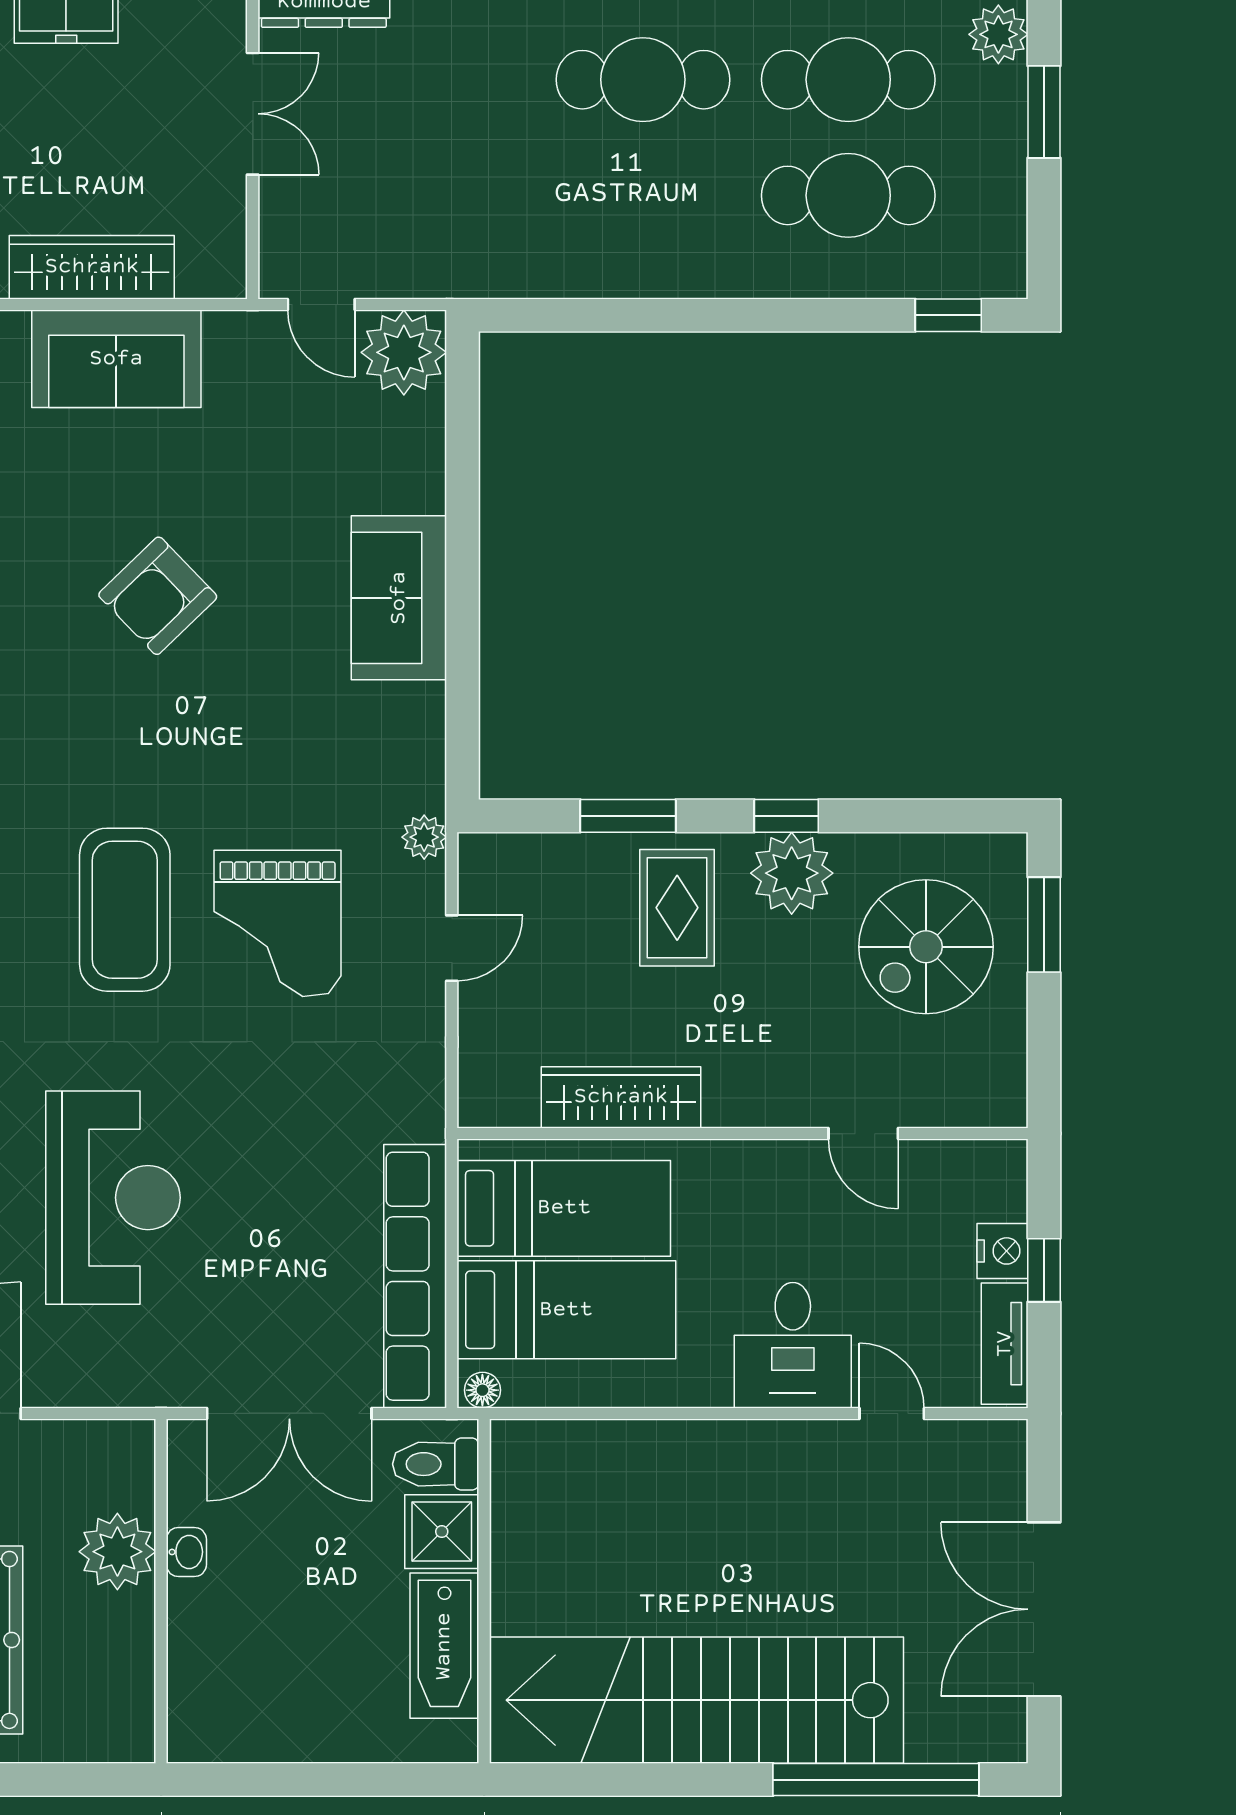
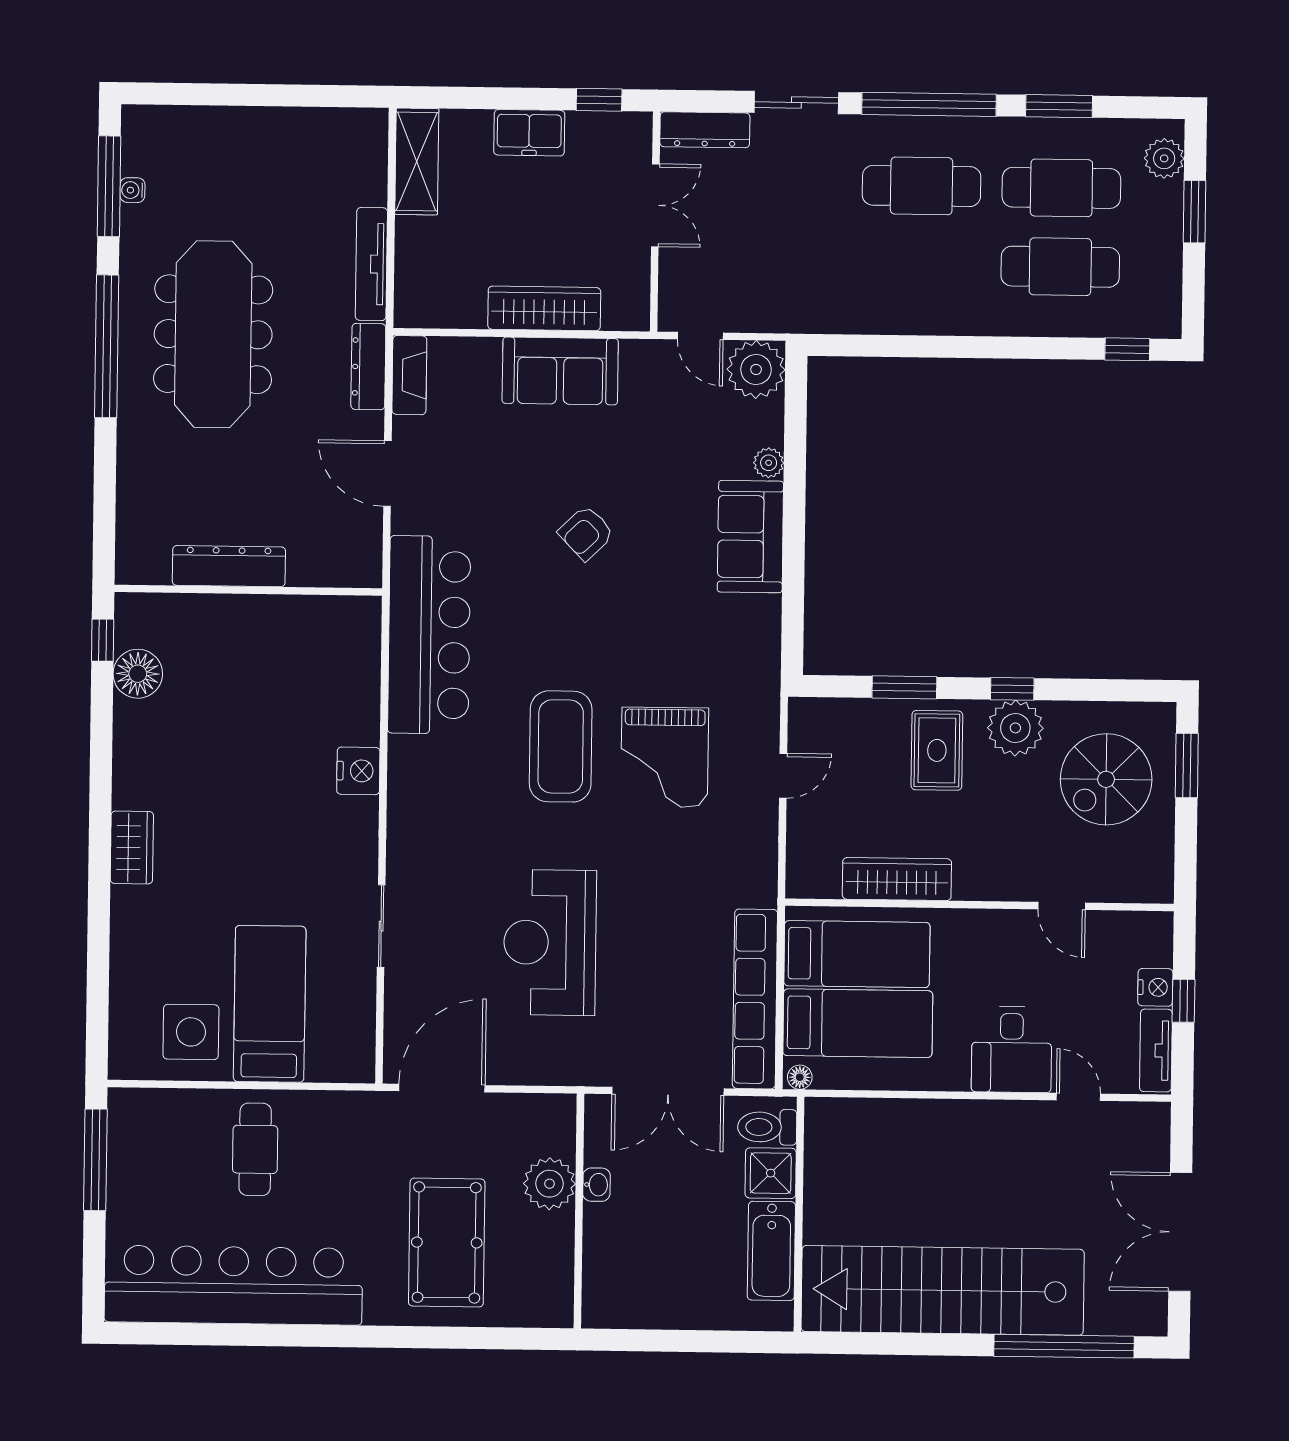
armchair: (158, 596) -> (586, 533), width x0.72, depth x0.72
plant: (424, 837) -> (769, 463), moved
reception desk: (113, 1198) -> (550, 942), turned 180

